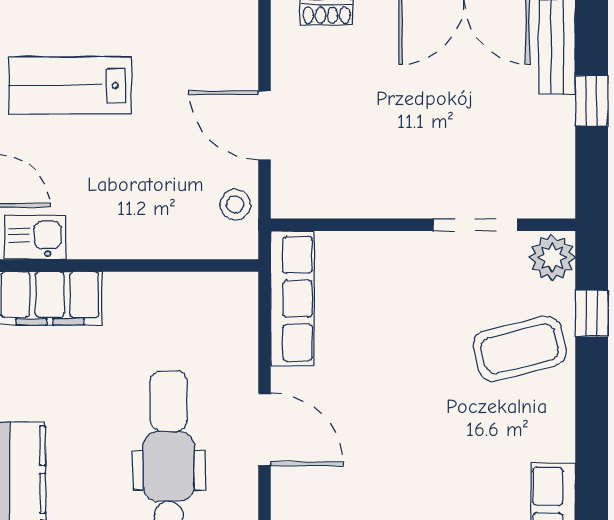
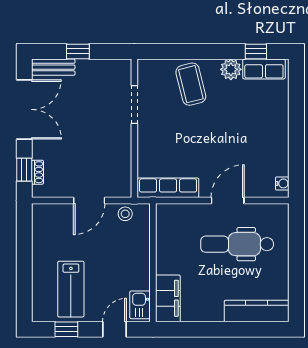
plant: (552, 258) -> (231, 69), moved
window: (592, 313) -> (256, 51), moved

